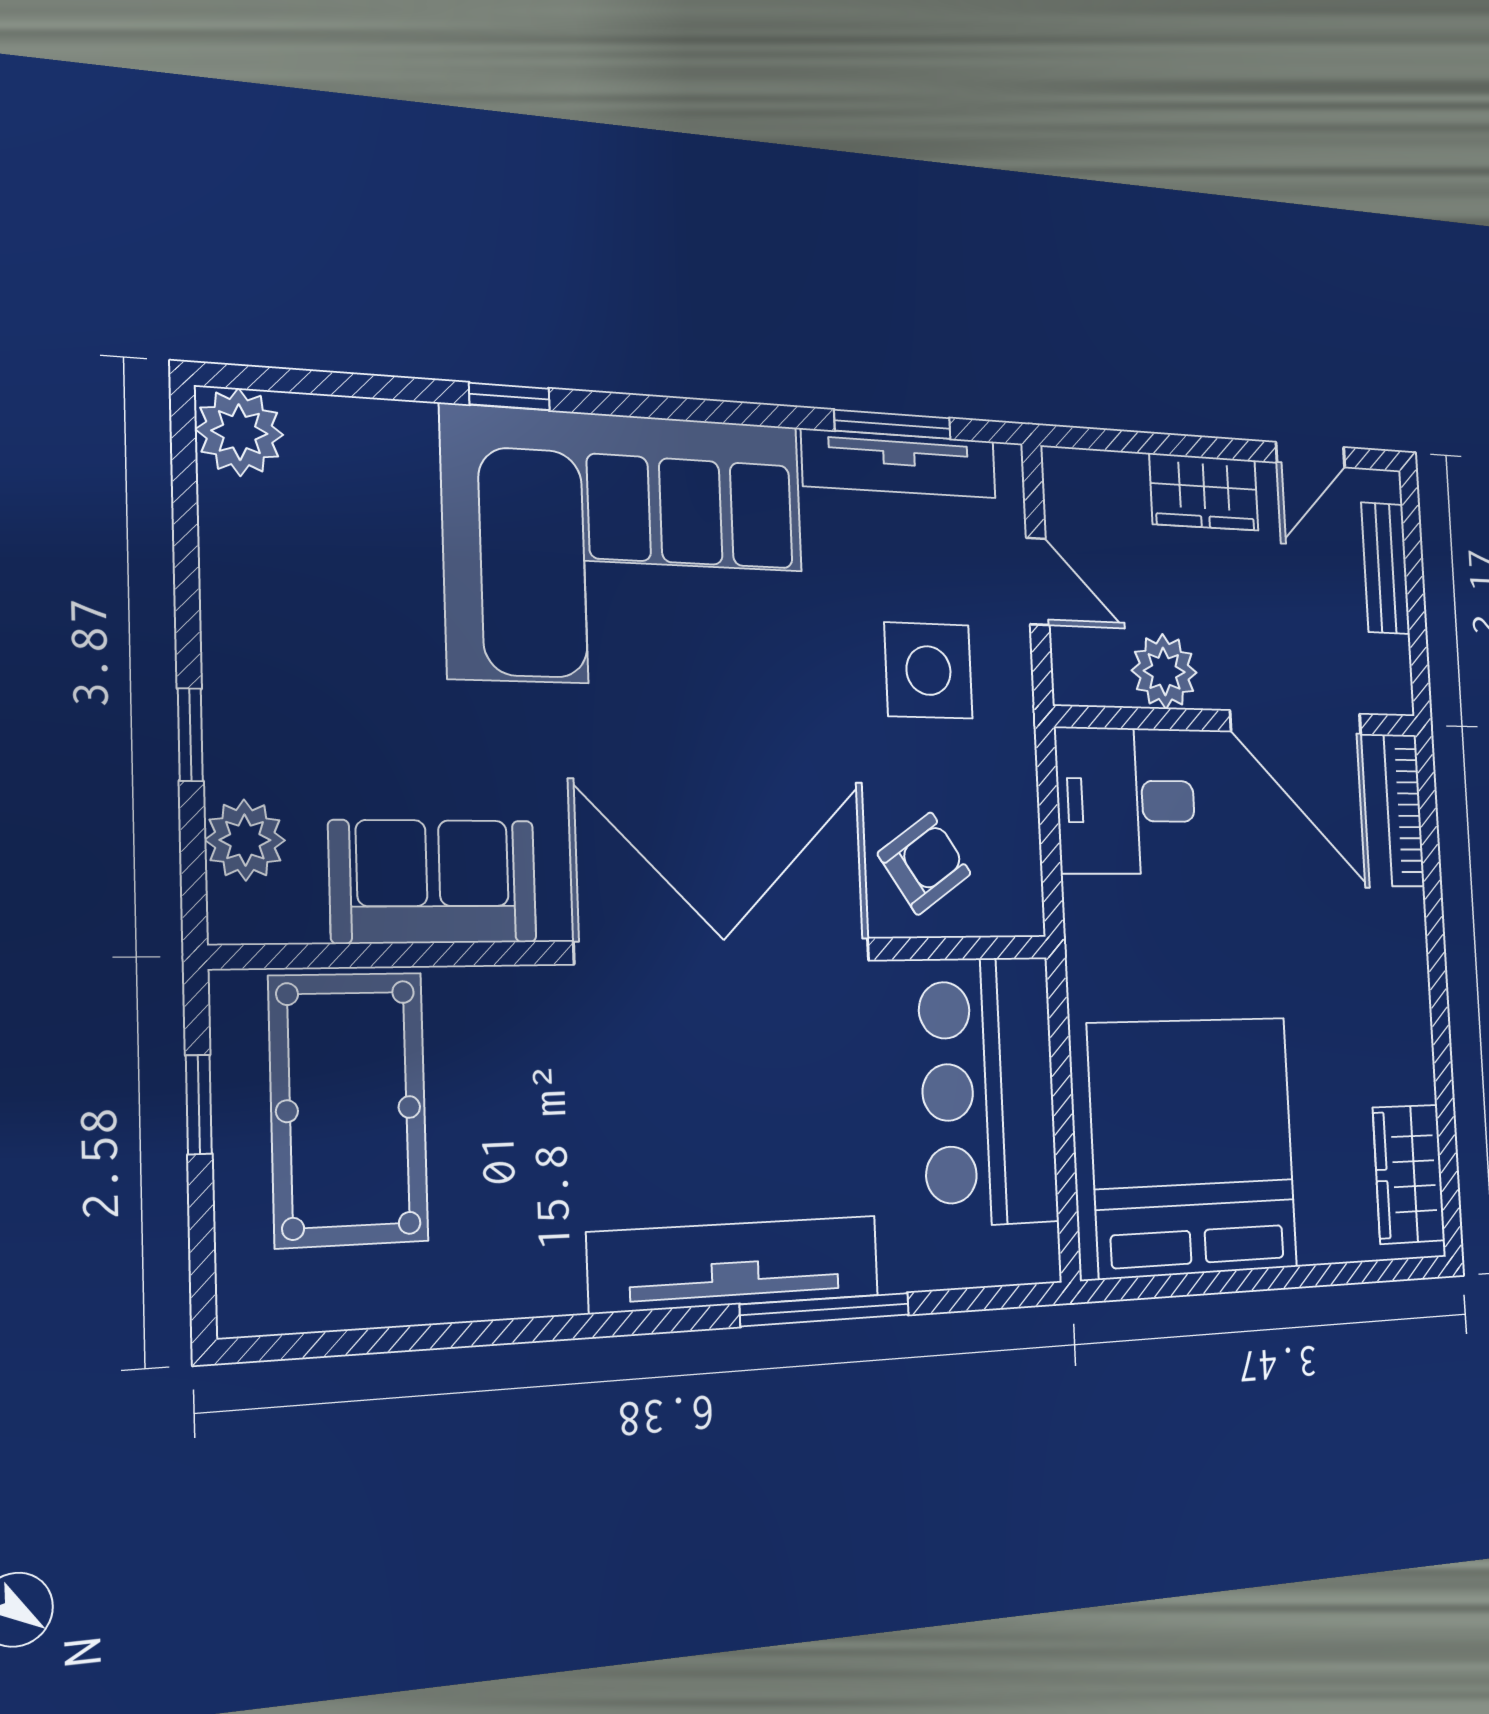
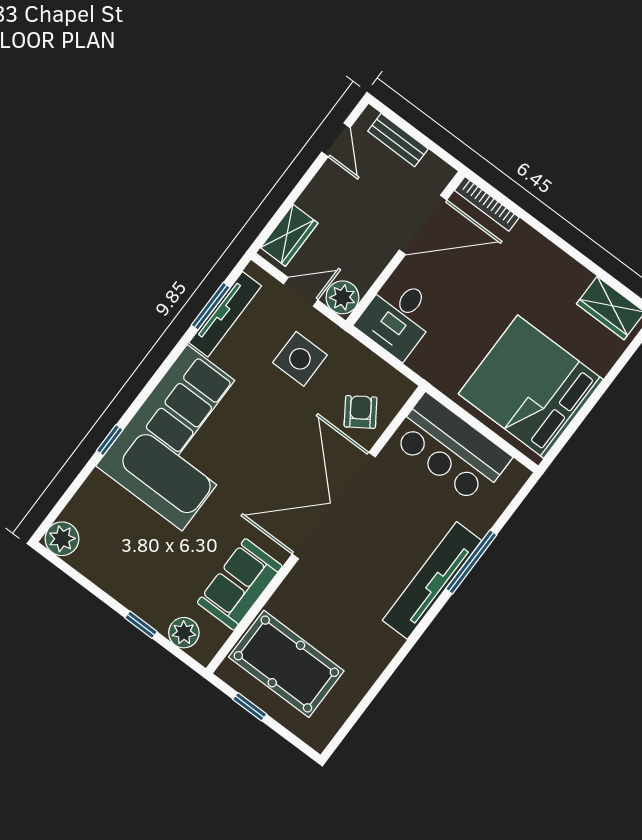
wardrobe: (1204, 492) -> (289, 235), moved
plant: (1164, 671) -> (342, 297), moved

